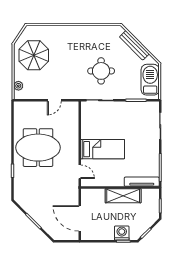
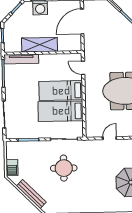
barbecue: (150, 80) -> (12, 168), width x0.53, depth x0.65
bed: (103, 128) -> (61, 111), added
door: (80, 218) -> (82, 21), swing flipped

